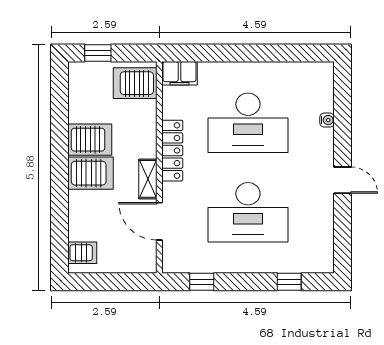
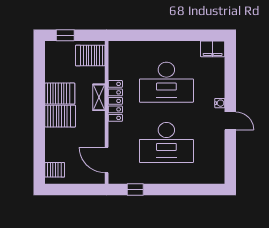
filing cabinet: (179, 73) -> (213, 49), moved
water cooler: (327, 120) -> (220, 103), moved
shelving: (148, 179) -> (99, 97), moved
door: (159, 221) -> (107, 160), moved
window: (289, 282) -> (194, 189), removed

